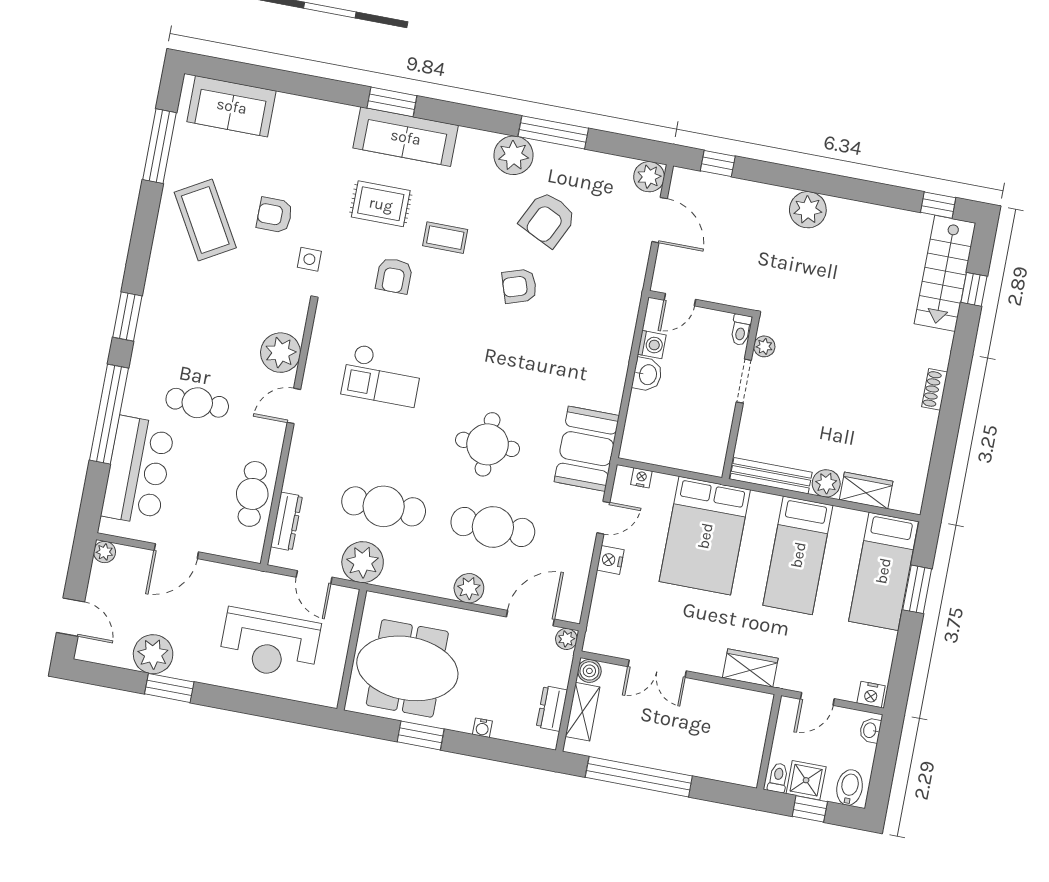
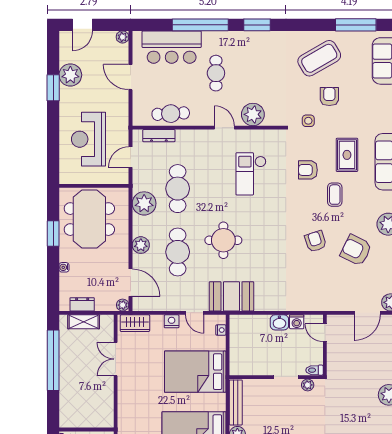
plant: (363, 562) -> (144, 203), moved
wardrobe: (750, 668) -> (135, 323), moved, turned 90
boiler: (589, 671) -> (107, 321), removed

